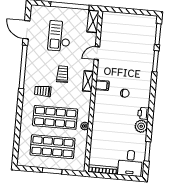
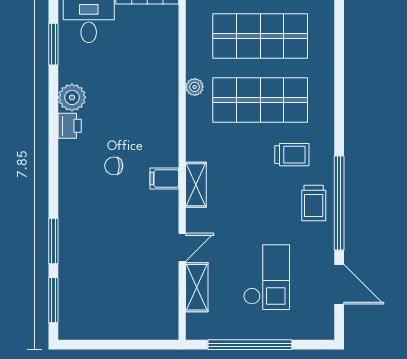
shelving: (93, 21) -> (197, 287), moved
trolley: (63, 74) -> (314, 203), moved

